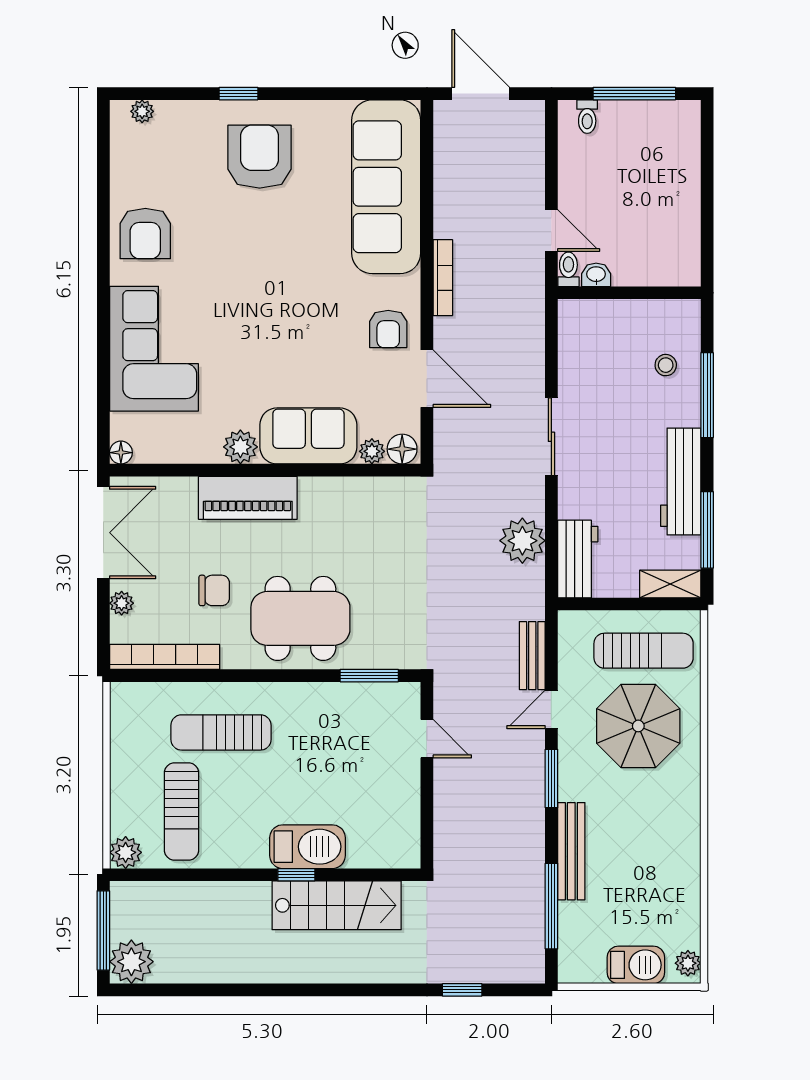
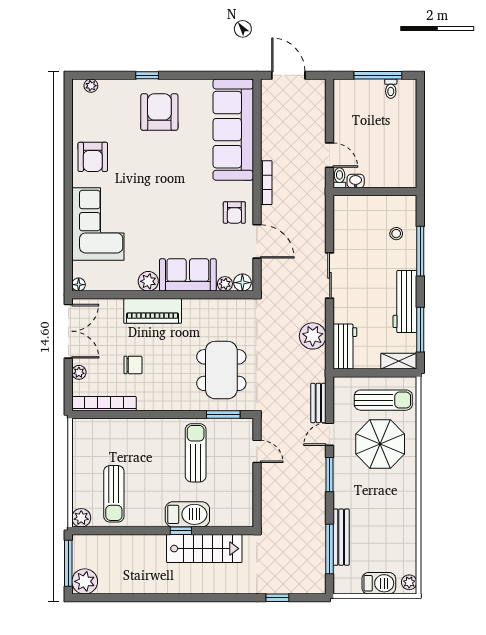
toilet: (587, 117) -> (391, 89), moved
dining table: (300, 618) -> (221, 370), moved, turned 90
sun lounger: (221, 732) -> (196, 453), moved, turned 90
bench: (571, 851) -> (341, 537), moved

